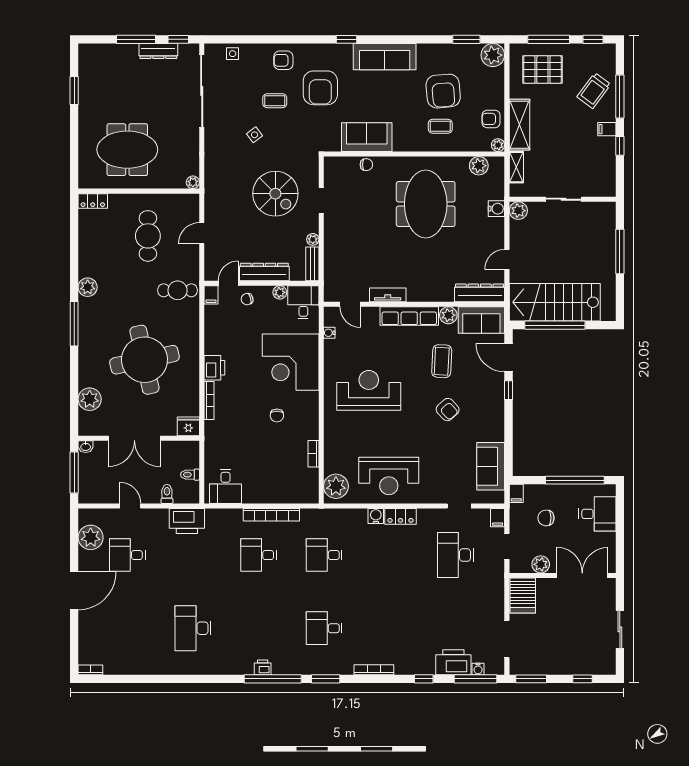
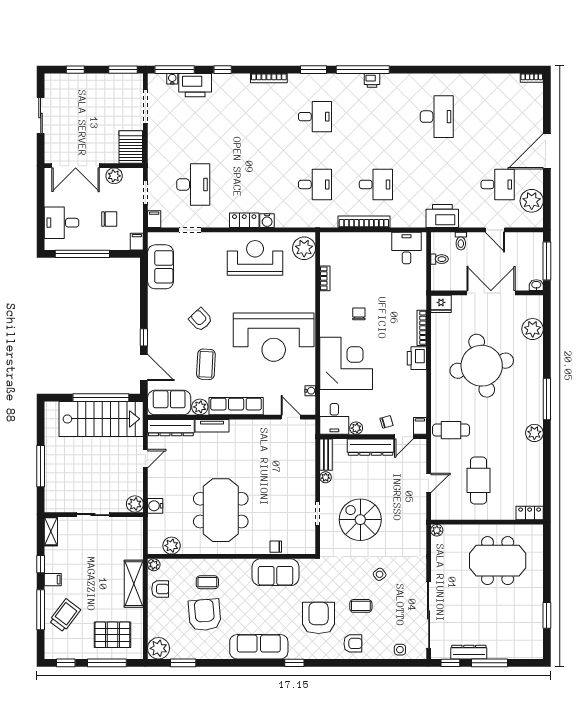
shelving: (516, 167) -> (51, 531), moved
tv unit: (388, 295) -> (212, 426), moved
reception desk: (369, 390) -> (274, 337), width x1.36, depth x1.30

